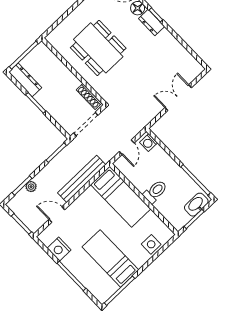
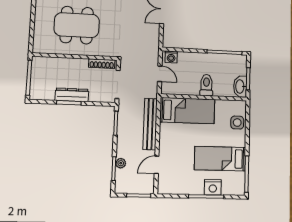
dresser: (25, 80) -> (72, 95), moved
washbasin: (196, 205) -> (240, 86), moved
nightstand: (59, 249) -> (213, 187), moved

